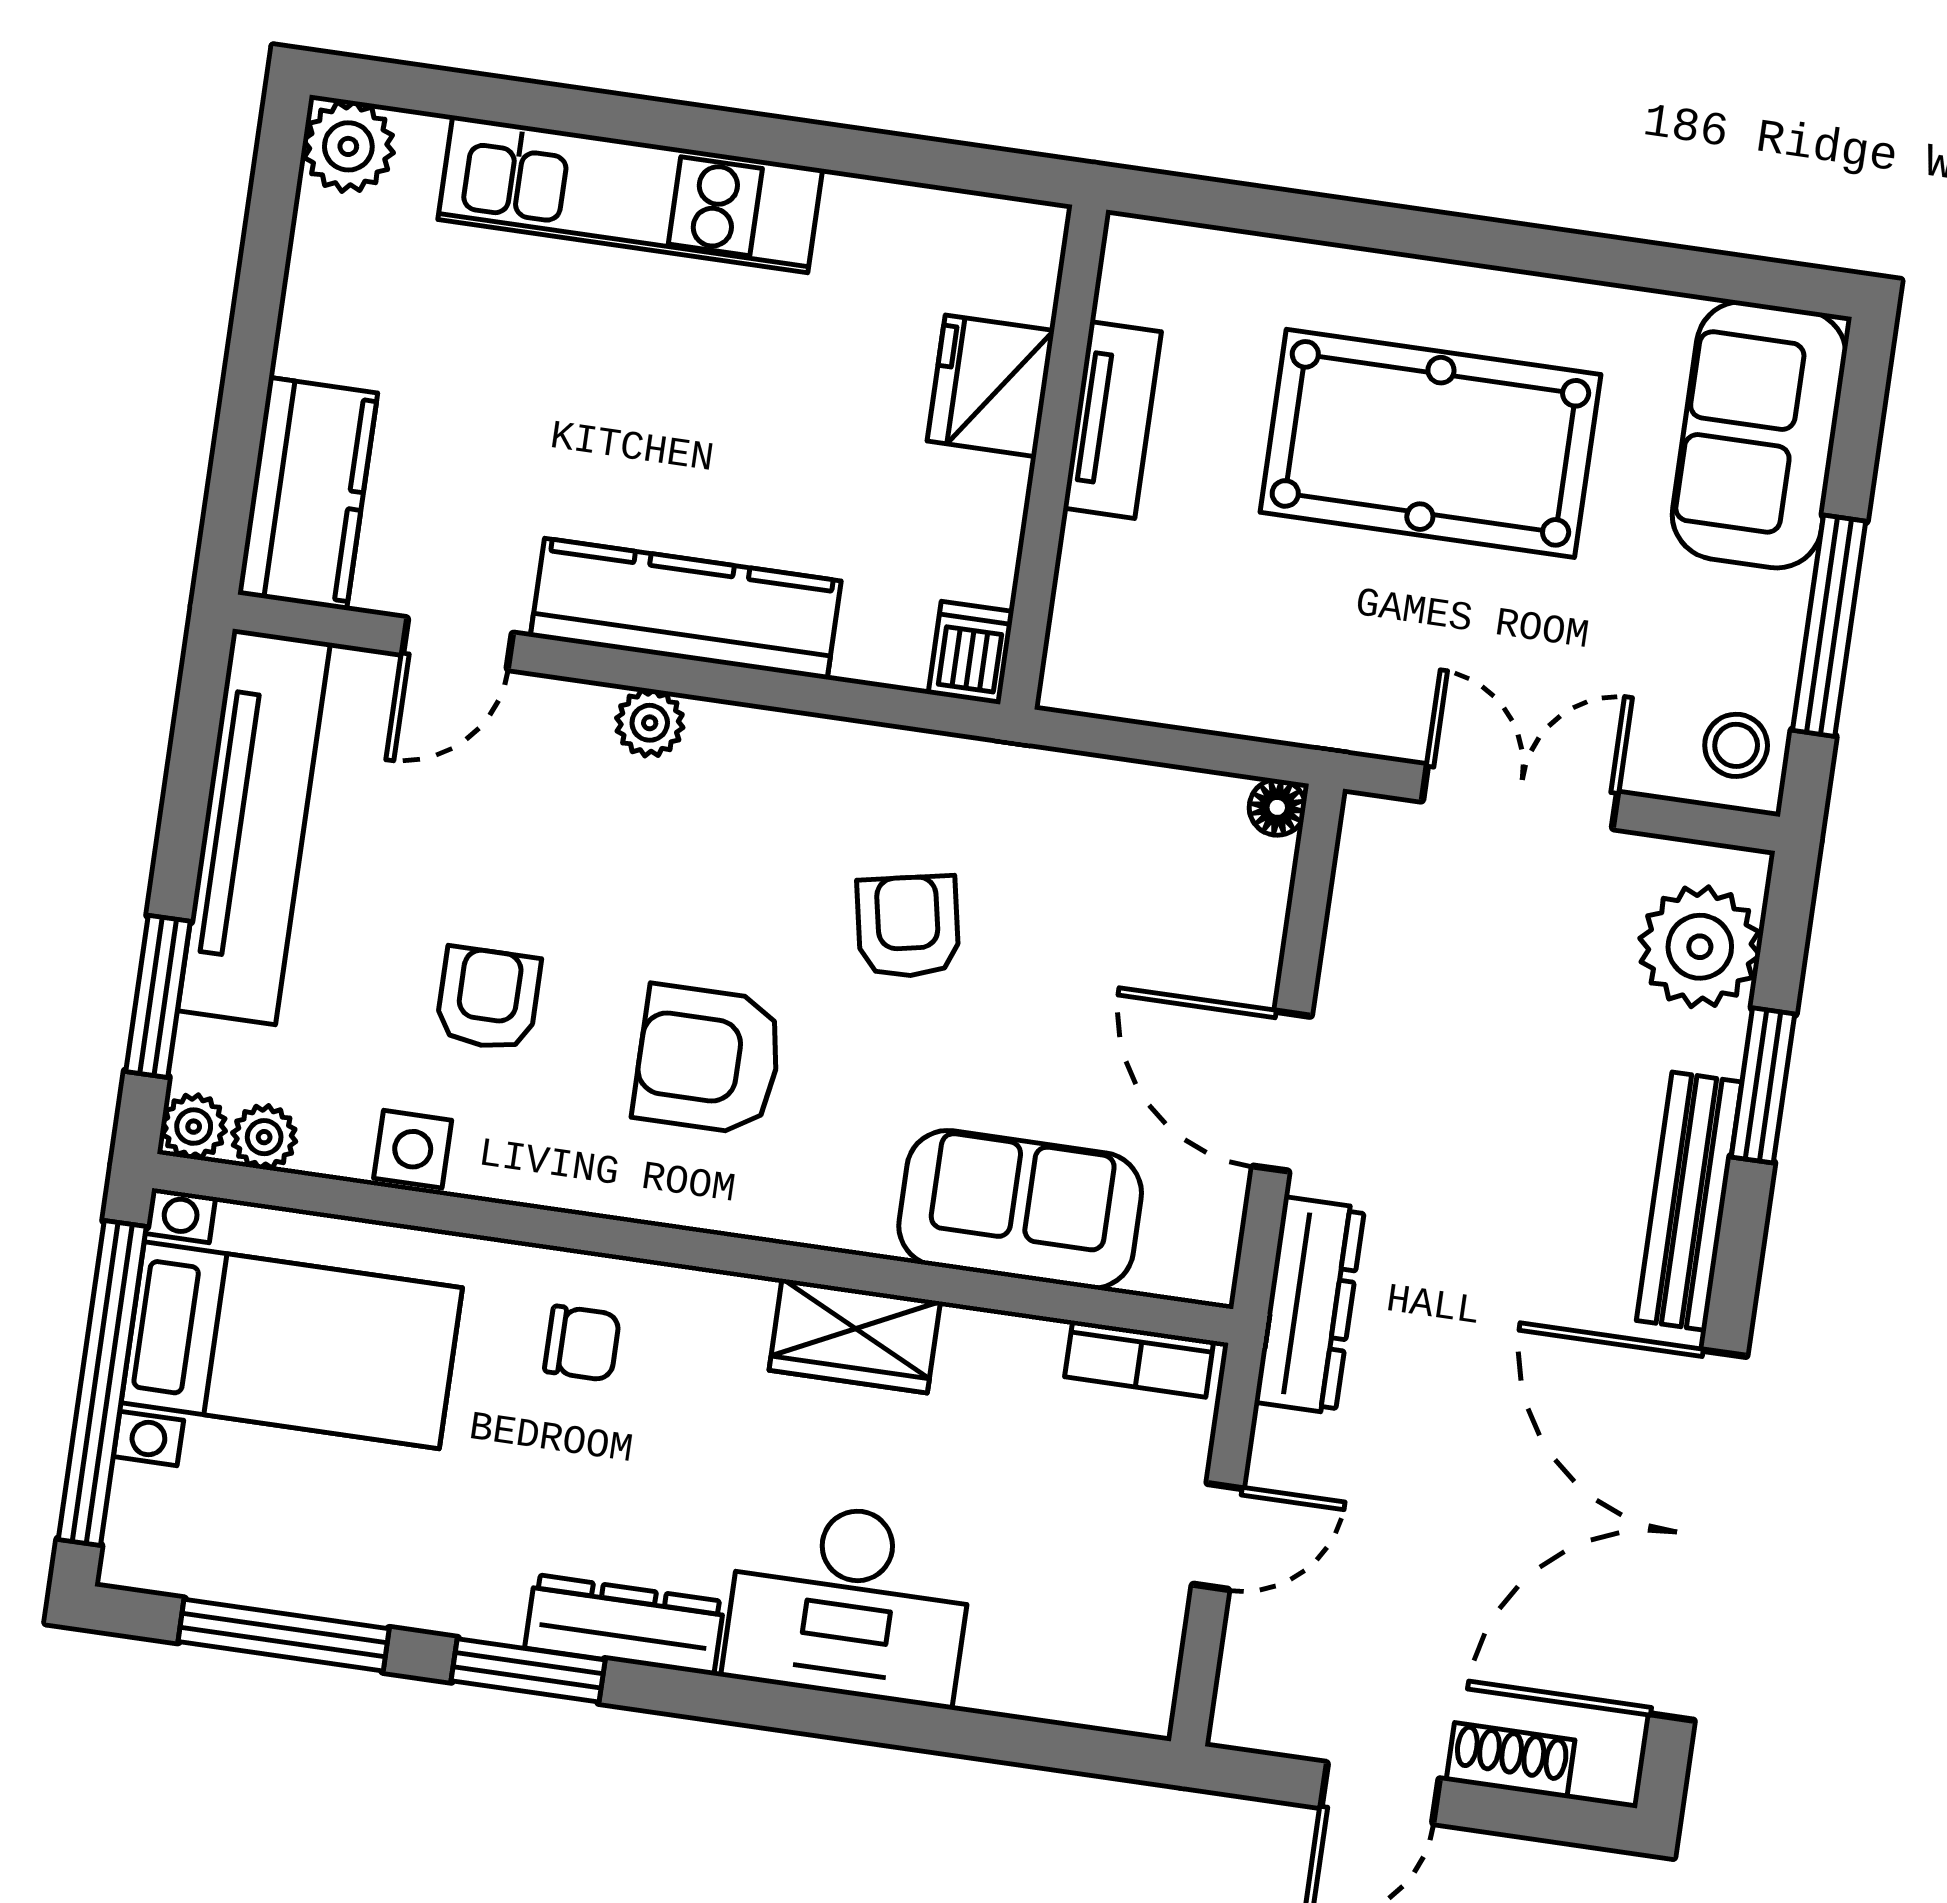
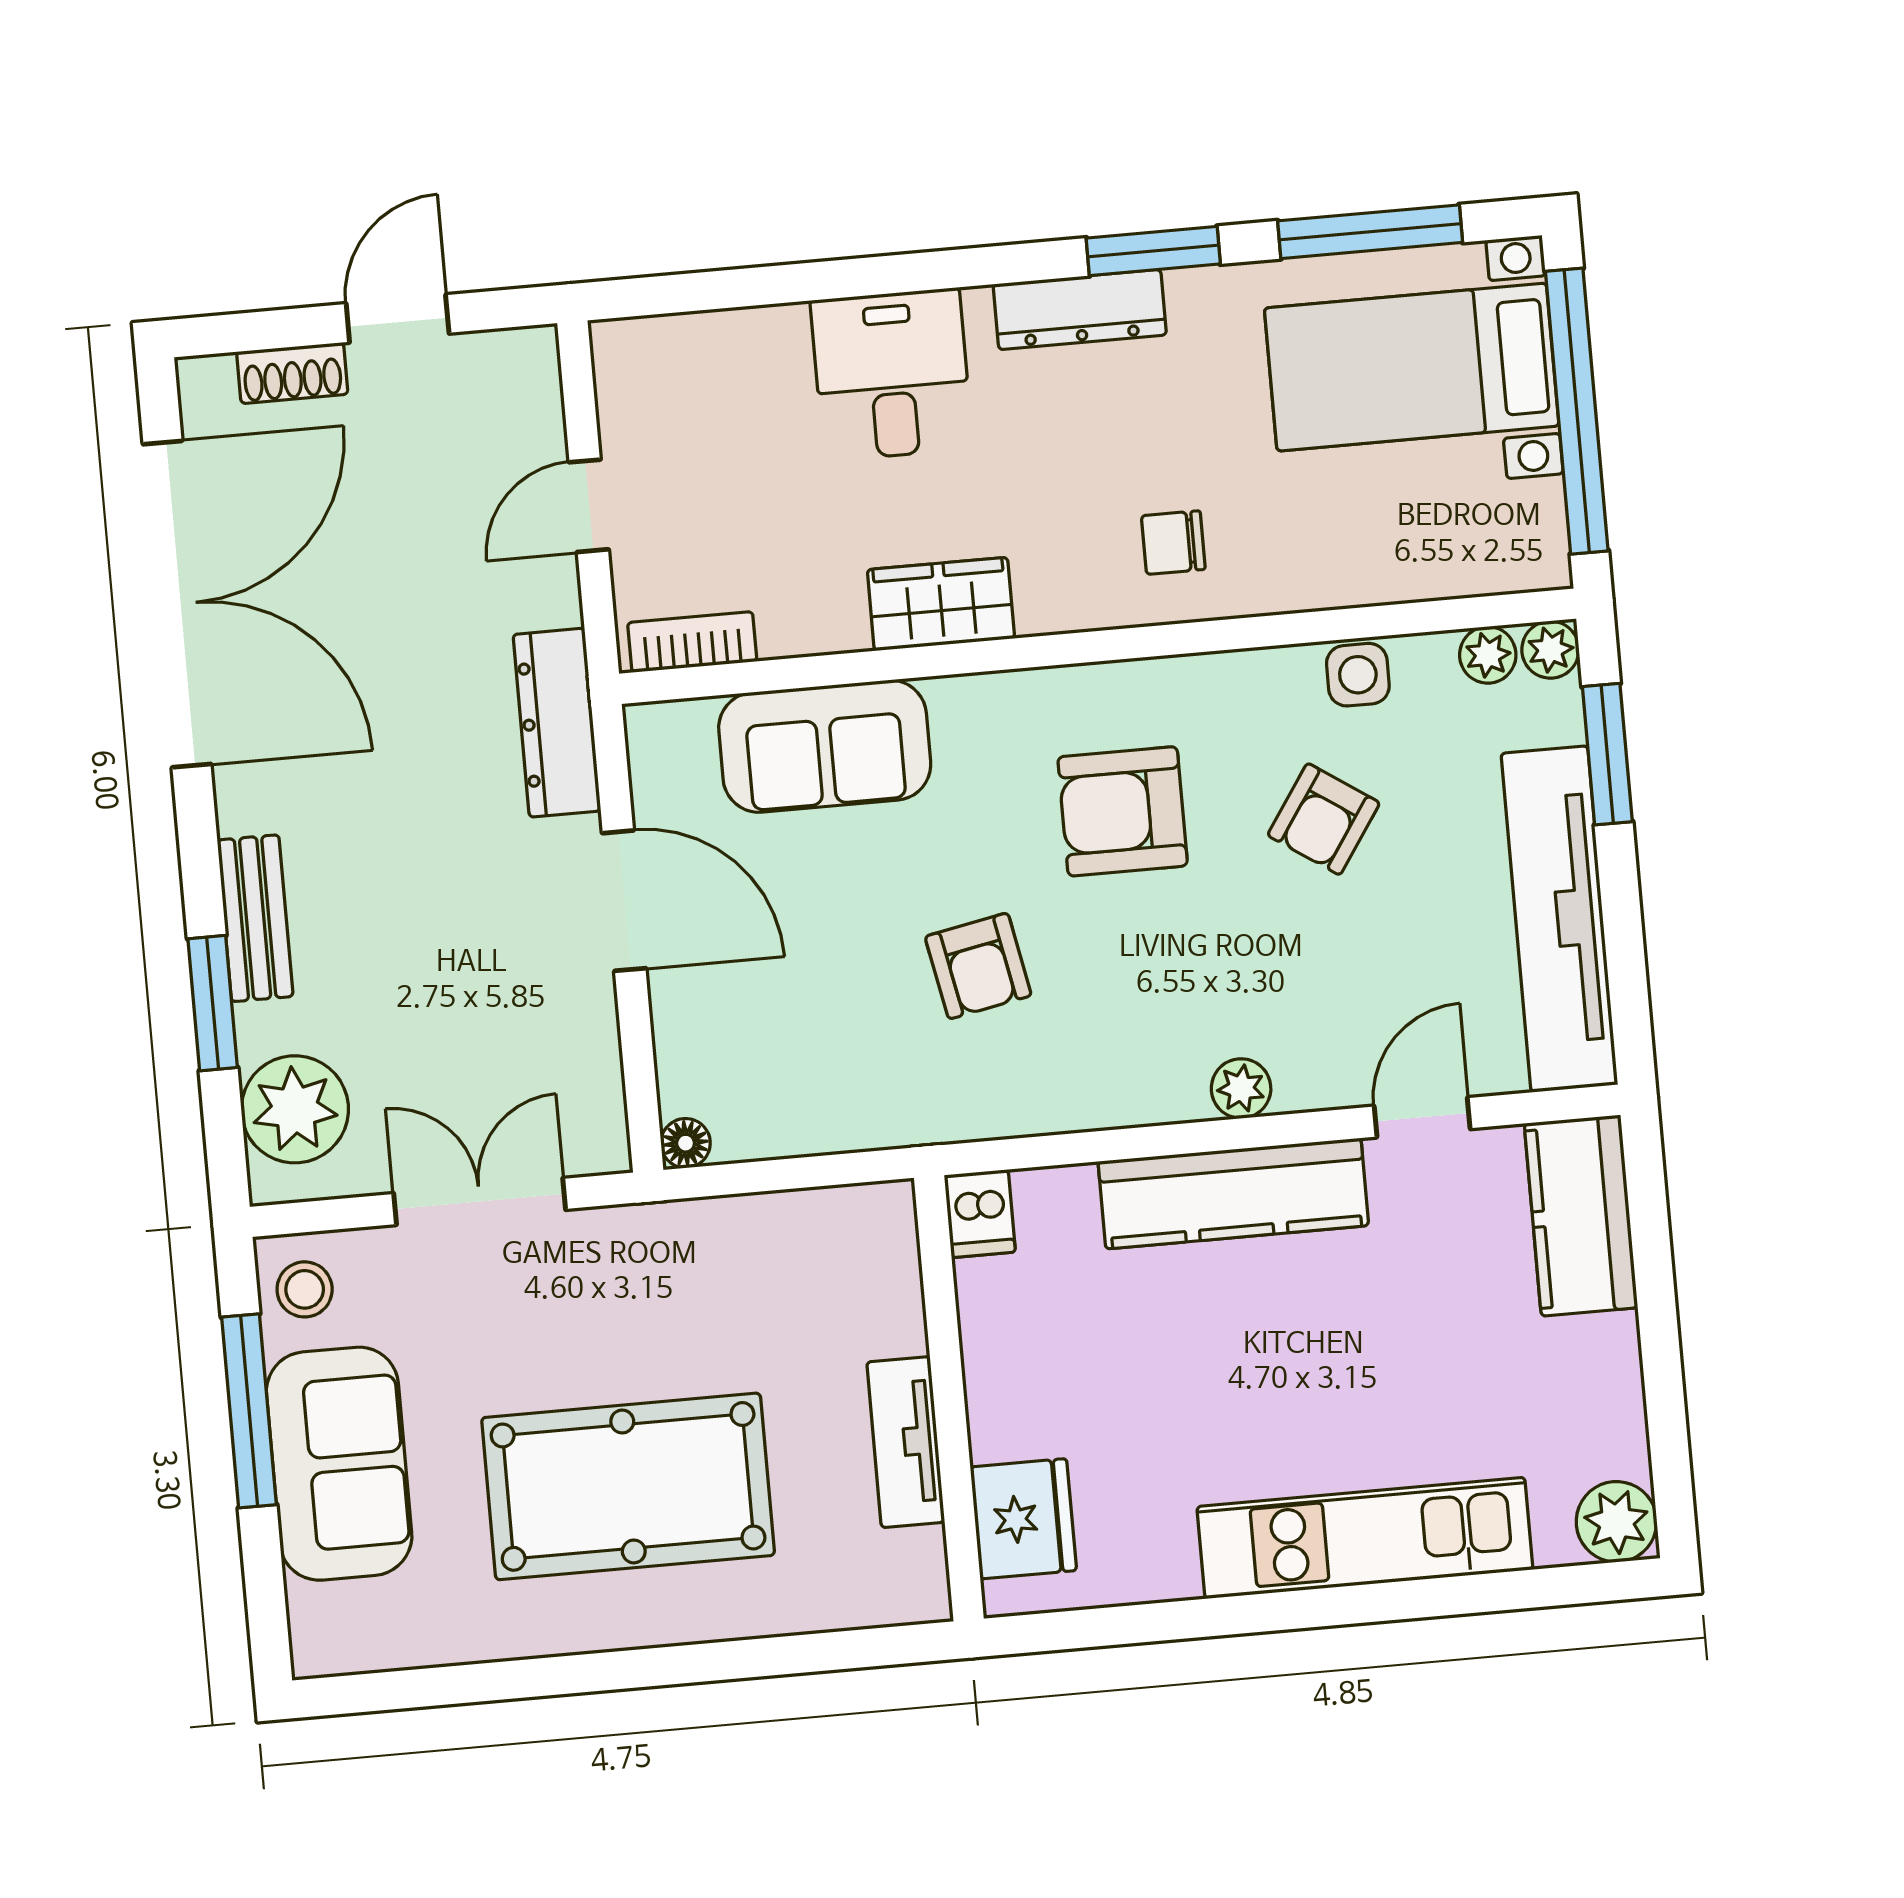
fridge: (991, 386) -> (1023, 1519), moved
sofa: (1759, 435) -> (339, 1464), moved
double door: (1520, 797) -> (480, 1201), swing flipped
armchair: (488, 999) -> (1324, 819), turned 34
armchair: (708, 1060) -> (1123, 811), turned 180
bench: (1689, 1201) -> (255, 918), width x0.73
bed with nightstands: (292, 1345) -> (1412, 367), moved
desk: (849, 1602) -> (892, 375), width x0.73

